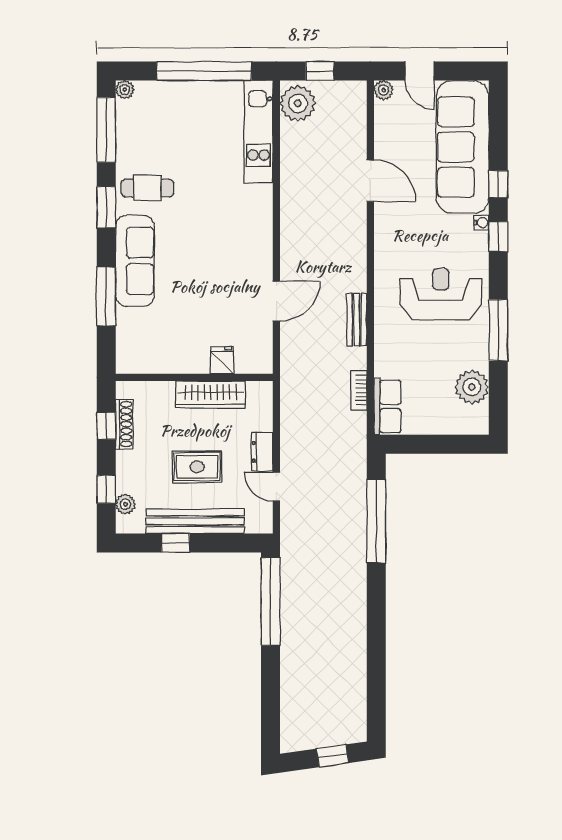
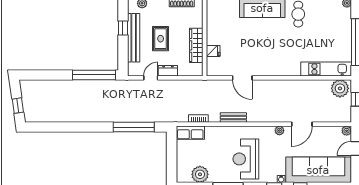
plant: (383, 226) -> (279, 131), added
reception desk: (441, 294) -> (246, 159), turned 180

